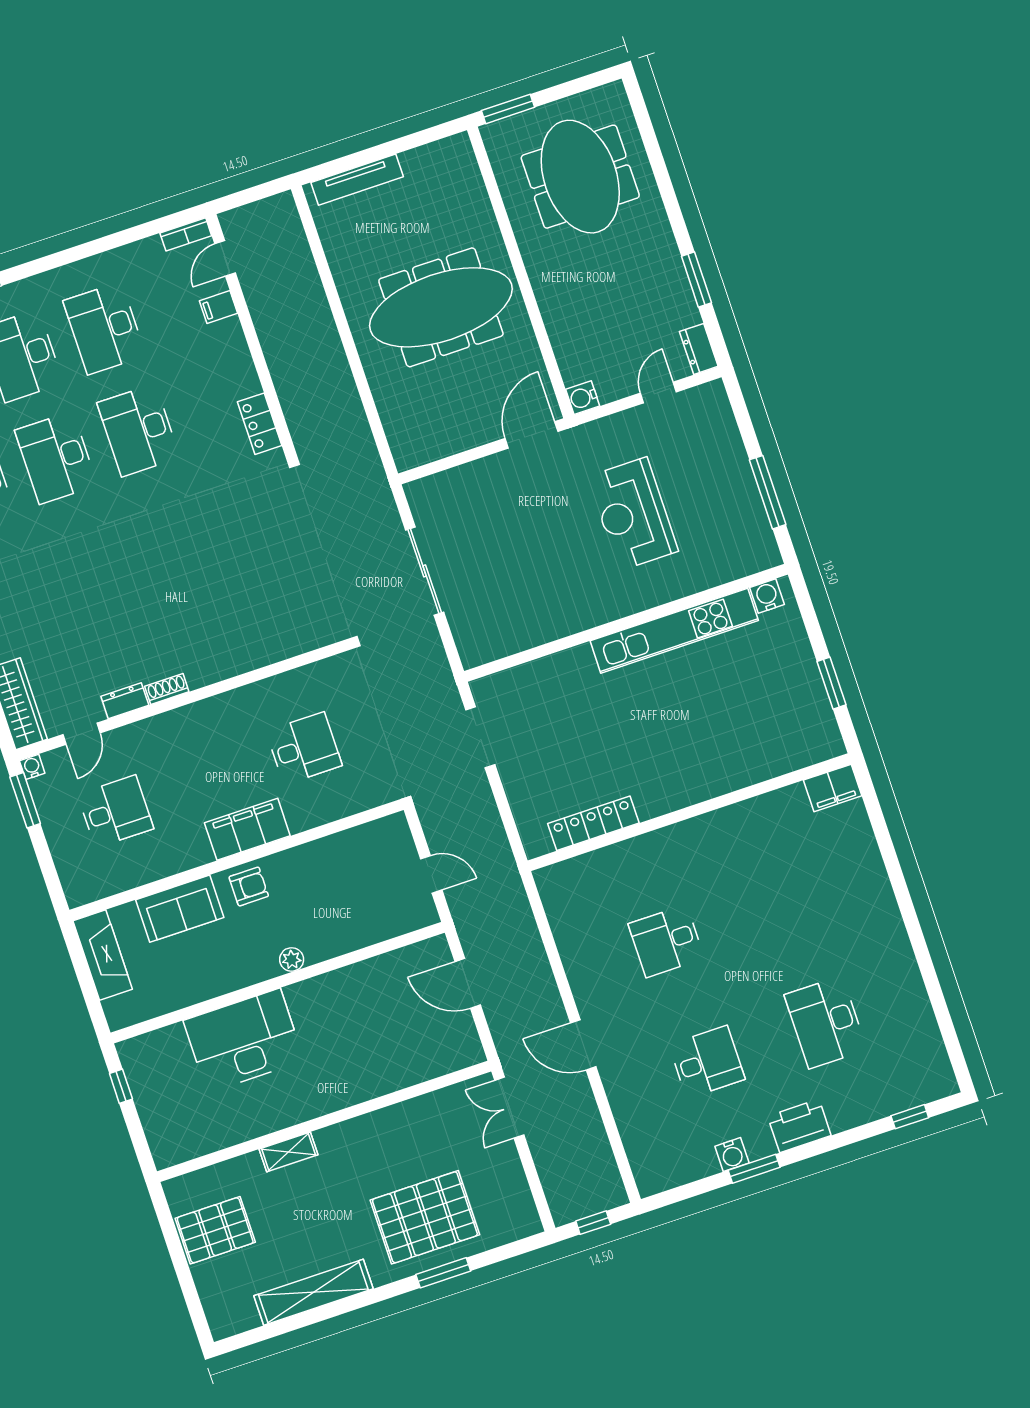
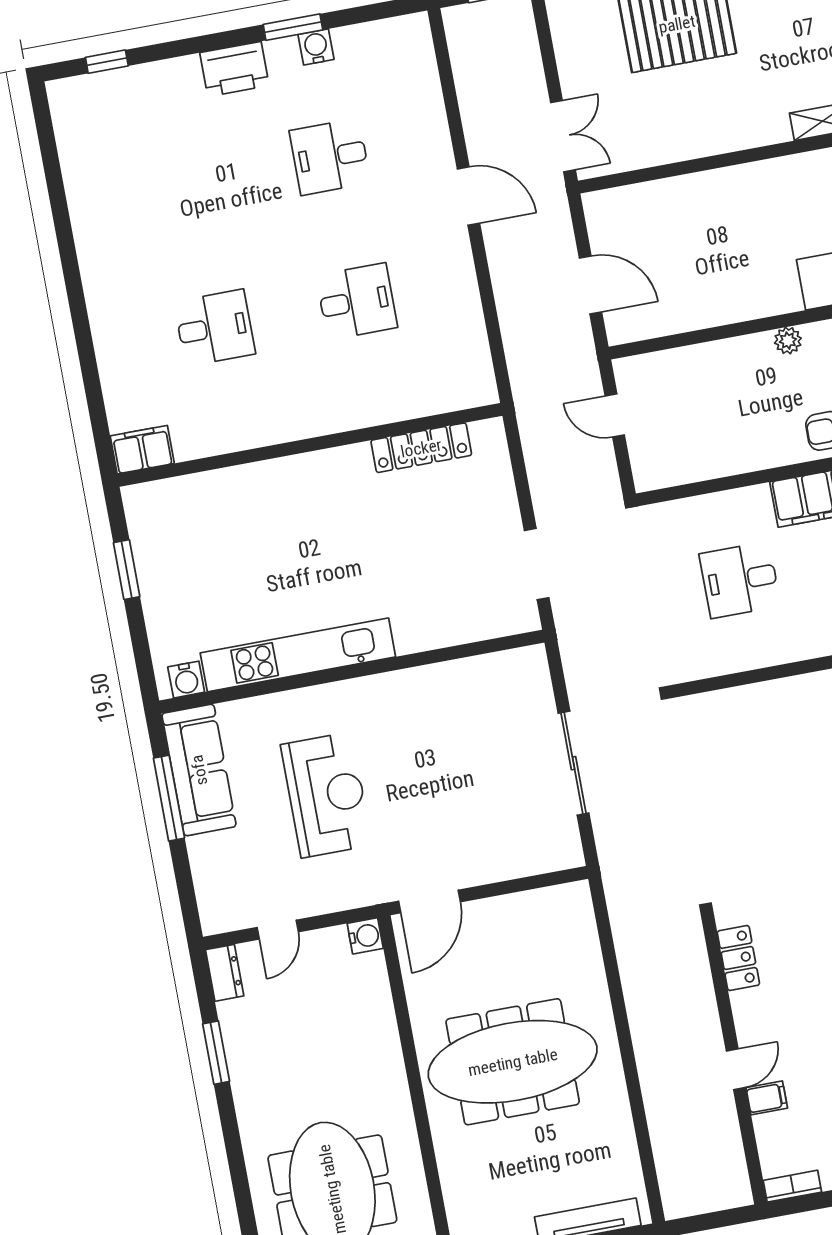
door: (225, 258) -> (736, 1069), moved
sofa: (745, 520) -> (199, 770), added
desk: (826, 1022) -> (215, 328), moved, width x0.73

